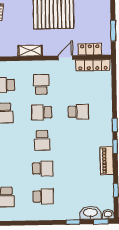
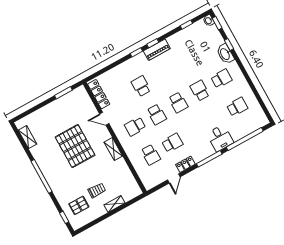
locker: (90, 49) -> (87, 103), removed
school desk: (42, 140) -> (178, 103), turned 90
piano: (107, 161) -> (157, 50), moved
school desk: (43, 196) -> (221, 79), turned 90
washbasin: (90, 213) -> (225, 54), moved

